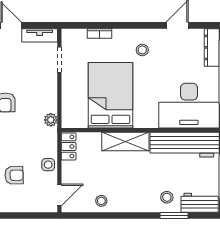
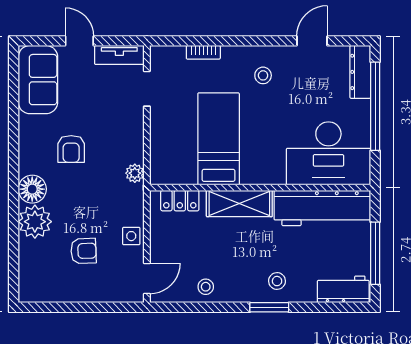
bed: (110, 95) -> (219, 139), width x0.67
locker: (69, 146) -> (180, 201), moved, turned 90
stool: (167, 197) -> (277, 281), moved
window: (174, 215) -> (269, 307), moved

